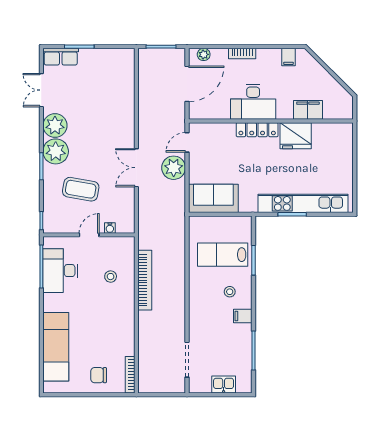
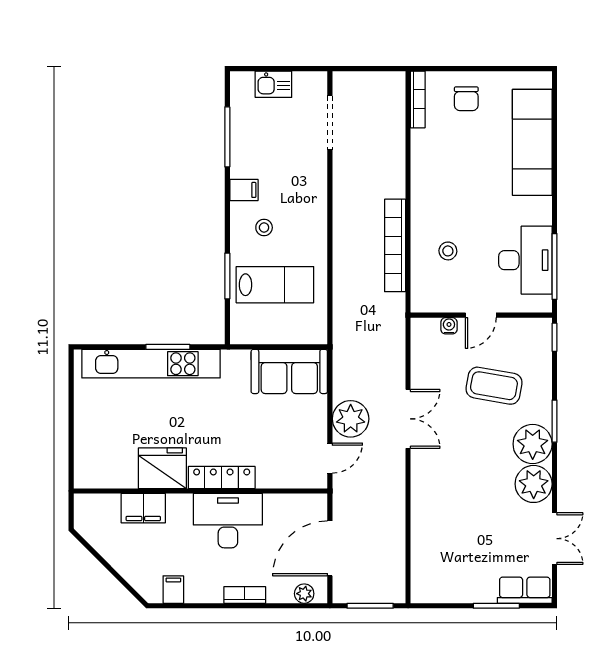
chair: (99, 375) -> (466, 99), turned 90

